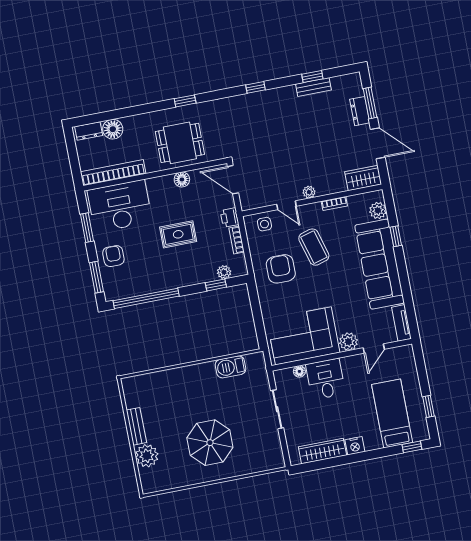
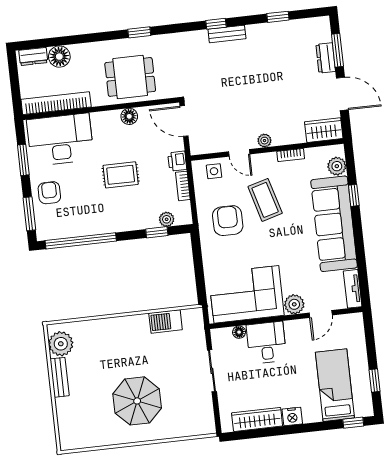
bench: (313, 87) -> (227, 34), moved
plant: (147, 456) -> (61, 344), moved

